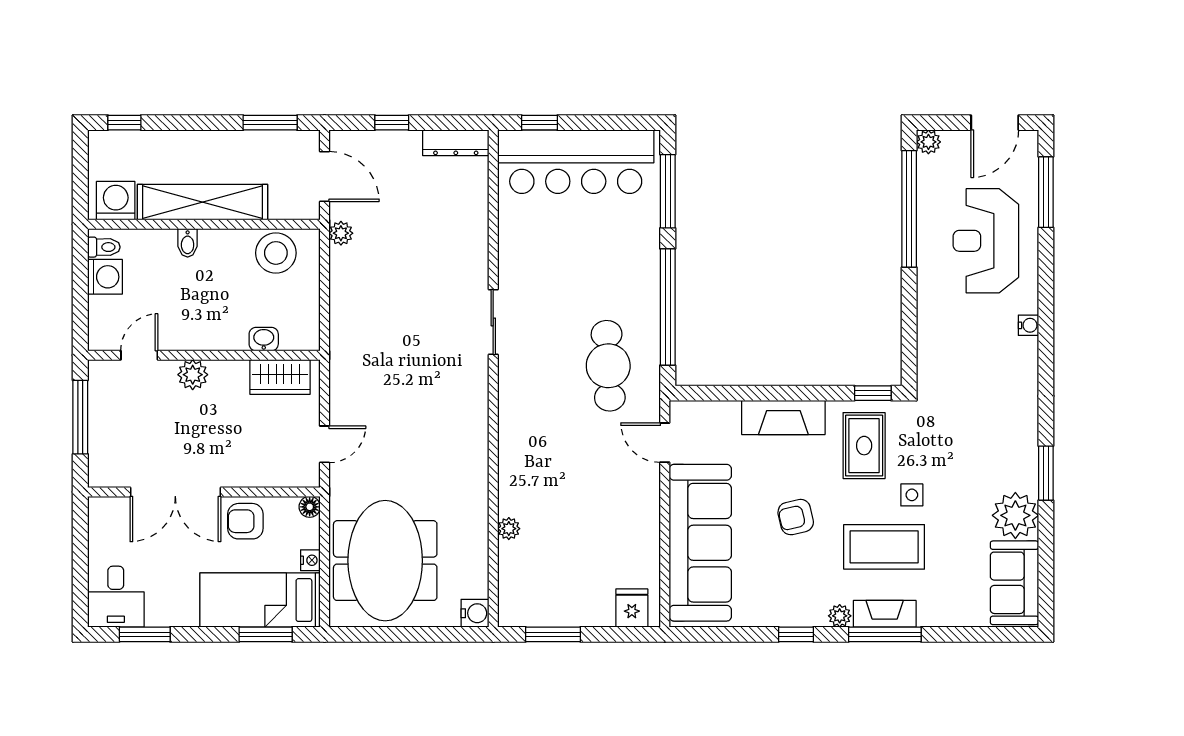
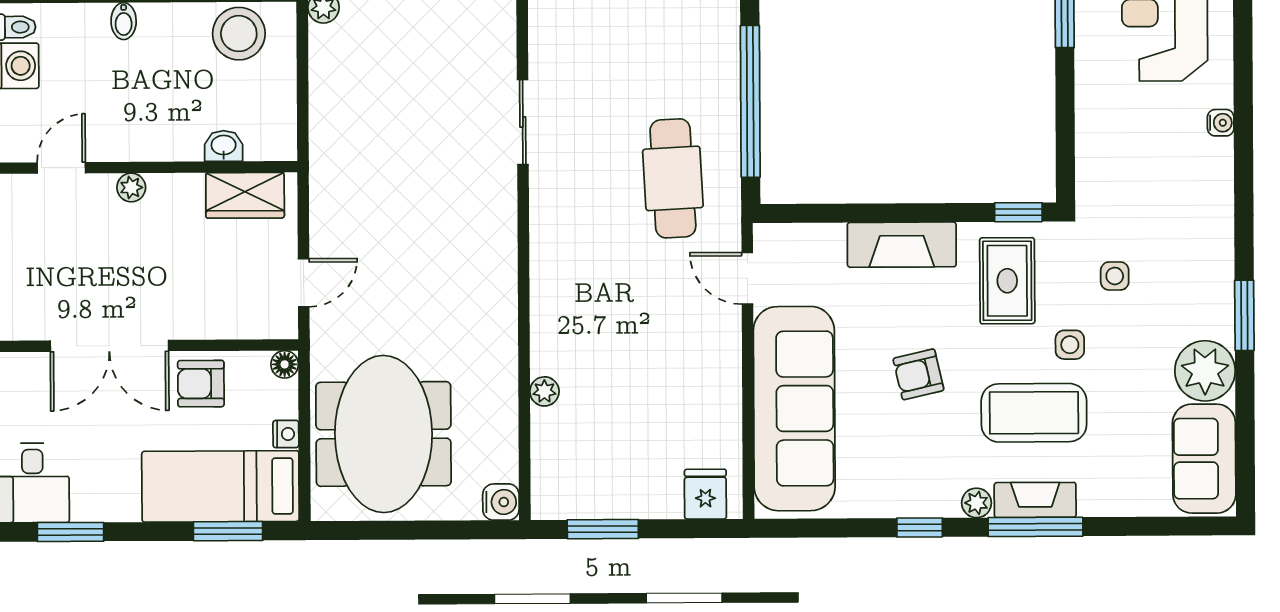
plant: (193, 375) -> (131, 187), width x0.73, depth x0.73
side table: (947, 442) -> (1115, 276), added

